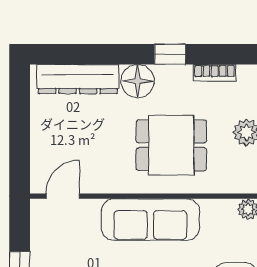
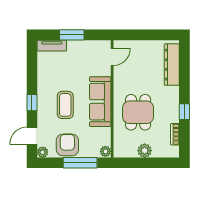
floor lamp: (137, 81) -> (171, 95), removed
door: (63, 196) -> (112, 57), hinge flipped

